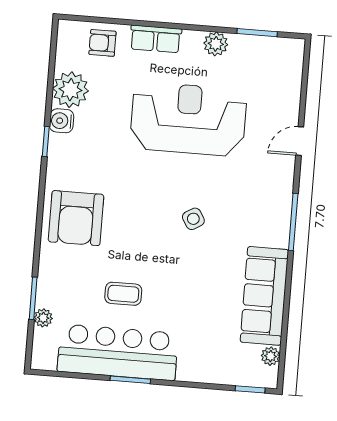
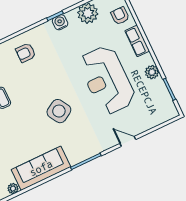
reception desk: (188, 119) -> (107, 80), turned 180
water cooler: (62, 121) -> (60, 22), moved
armchair: (76, 218) -> (26, 53), width x0.53, depth x0.53
side table: (193, 219) -> (59, 111), width x1.87, depth x1.87

